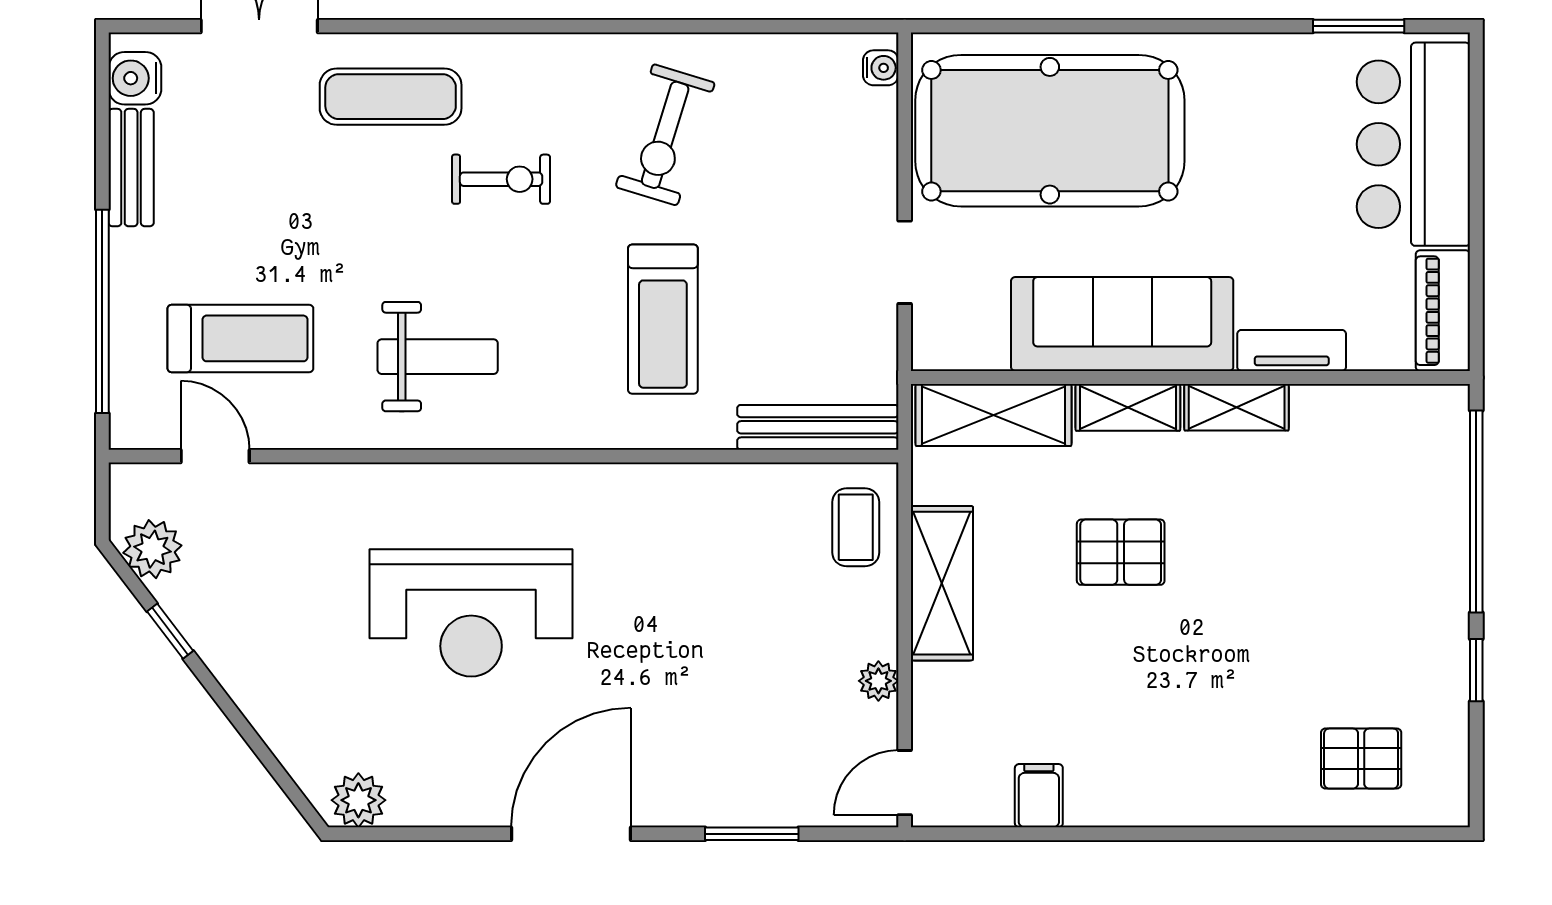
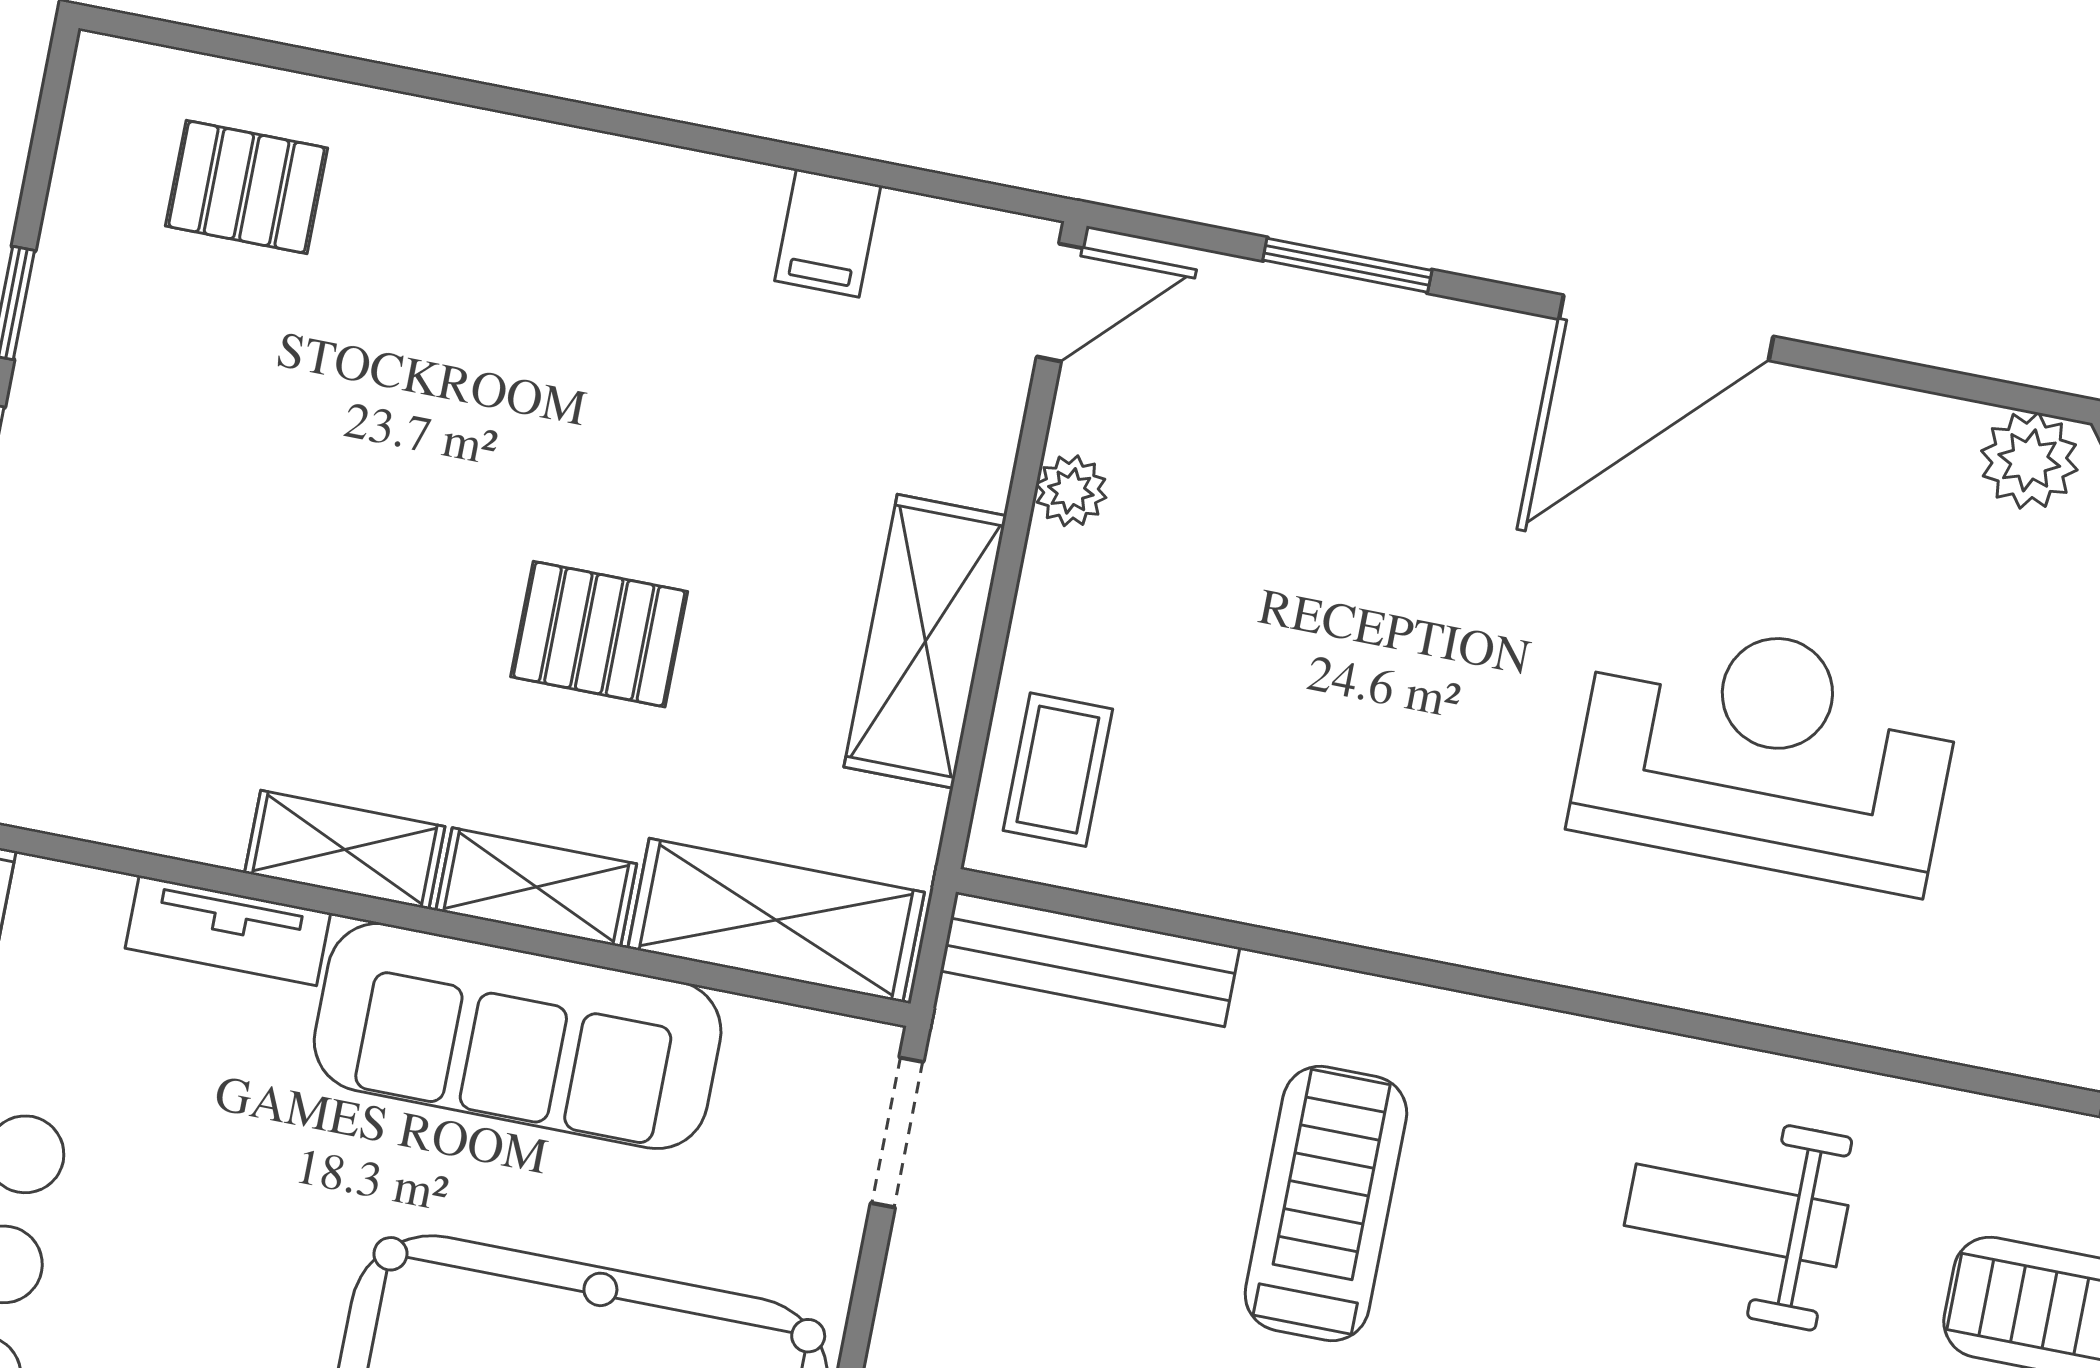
doorway: (905, 262) -> (897, 1132), moved

